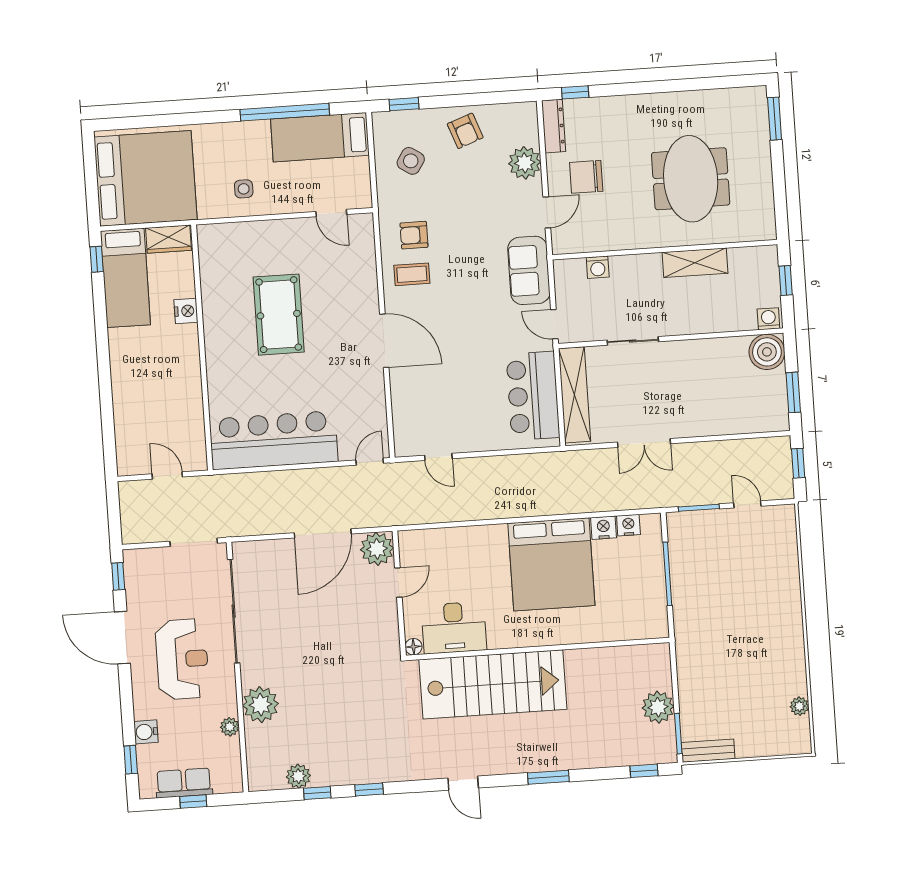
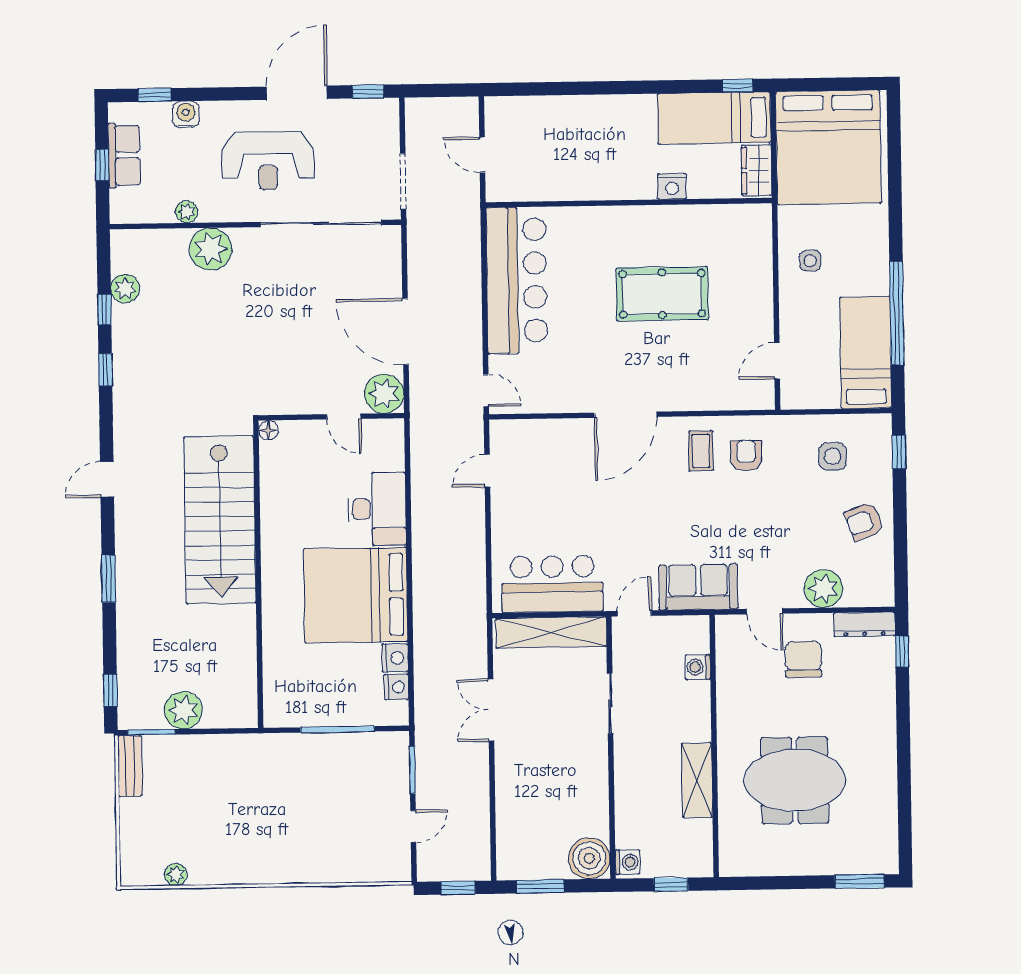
side table: (411, 161) -> (833, 456), turned -33
door: (167, 475) -> (482, 155), swing flipped
desk: (454, 628) -> (377, 509), moved, turned 180

